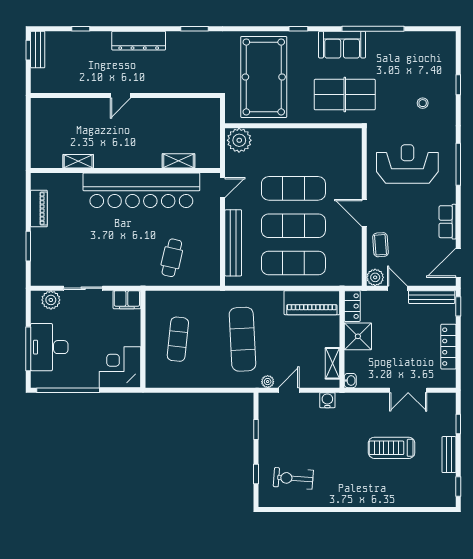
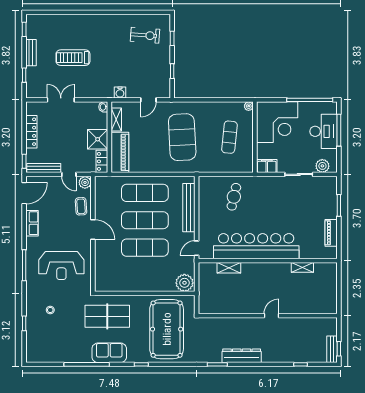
dresser: (139, 41) -> (242, 356), moved
piano: (312, 303) -> (120, 152), moved, turned 90
exercise mat: (242, 339) -> (182, 137), width x1.47
corner desk: (120, 367) -> (277, 122), width x1.36, depth x1.36
plant: (268, 382) -> (249, 106), moved
treadmill: (392, 448) -> (73, 58), turned 180

